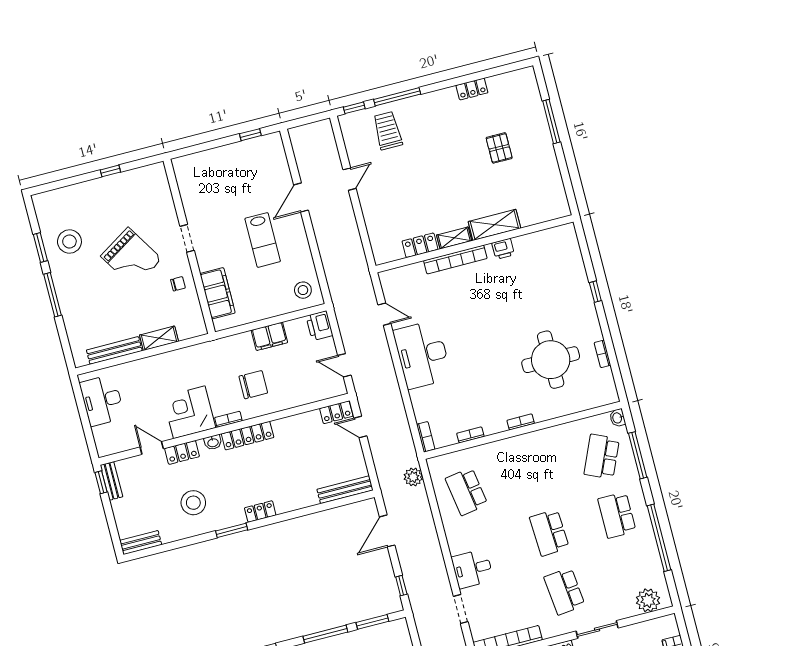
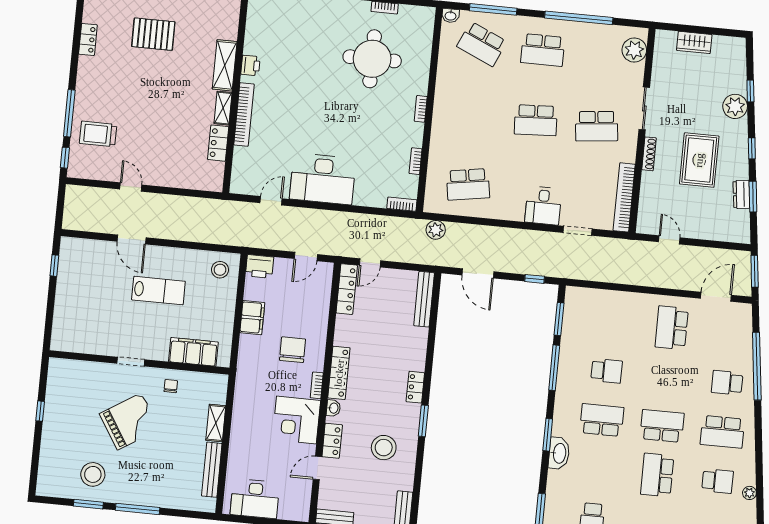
pallet: (499, 148) -> (153, 34), width x1.50, depth x1.42
locker: (336, 412) -> (347, 289), width x1.53

